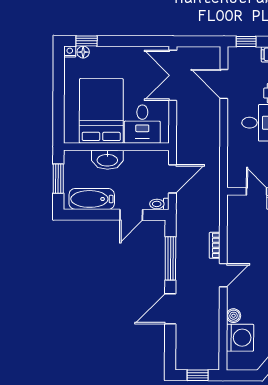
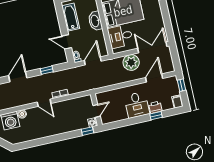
plant: (190, 116) -> (131, 62), added
door: (172, 179) -> (93, 61), swing flipped
window: (170, 258) -> (47, 70), width x0.46
door: (170, 309) -> (18, 77), hinge flipped

